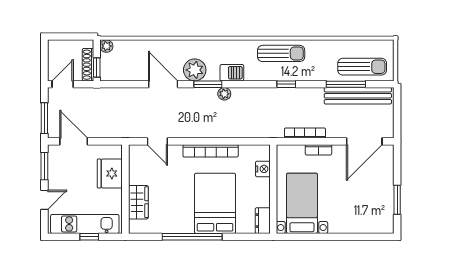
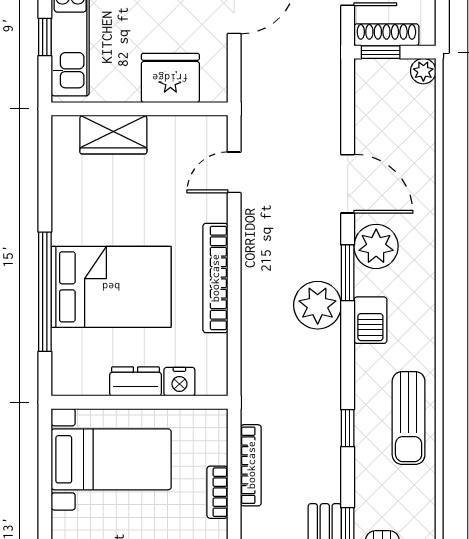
door: (163, 84) -> (348, 184), hinge flipped
plant: (224, 94) -> (318, 305), width x1.88, depth x1.88
dresser: (263, 221) -> (135, 381), moved
window: (192, 237) -> (45, 292), moved

